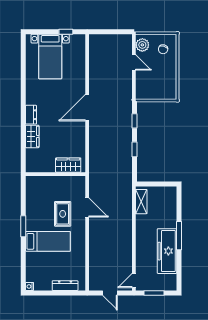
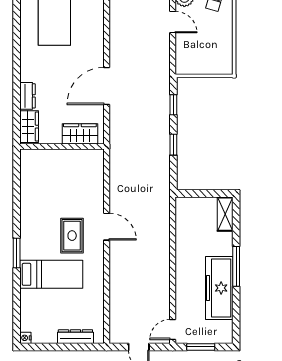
wardrobe: (68, 165) -> (80, 134), moved
wall: (56, 174) -> (62, 147), moved
shelving: (141, 202) -> (225, 214), moved

